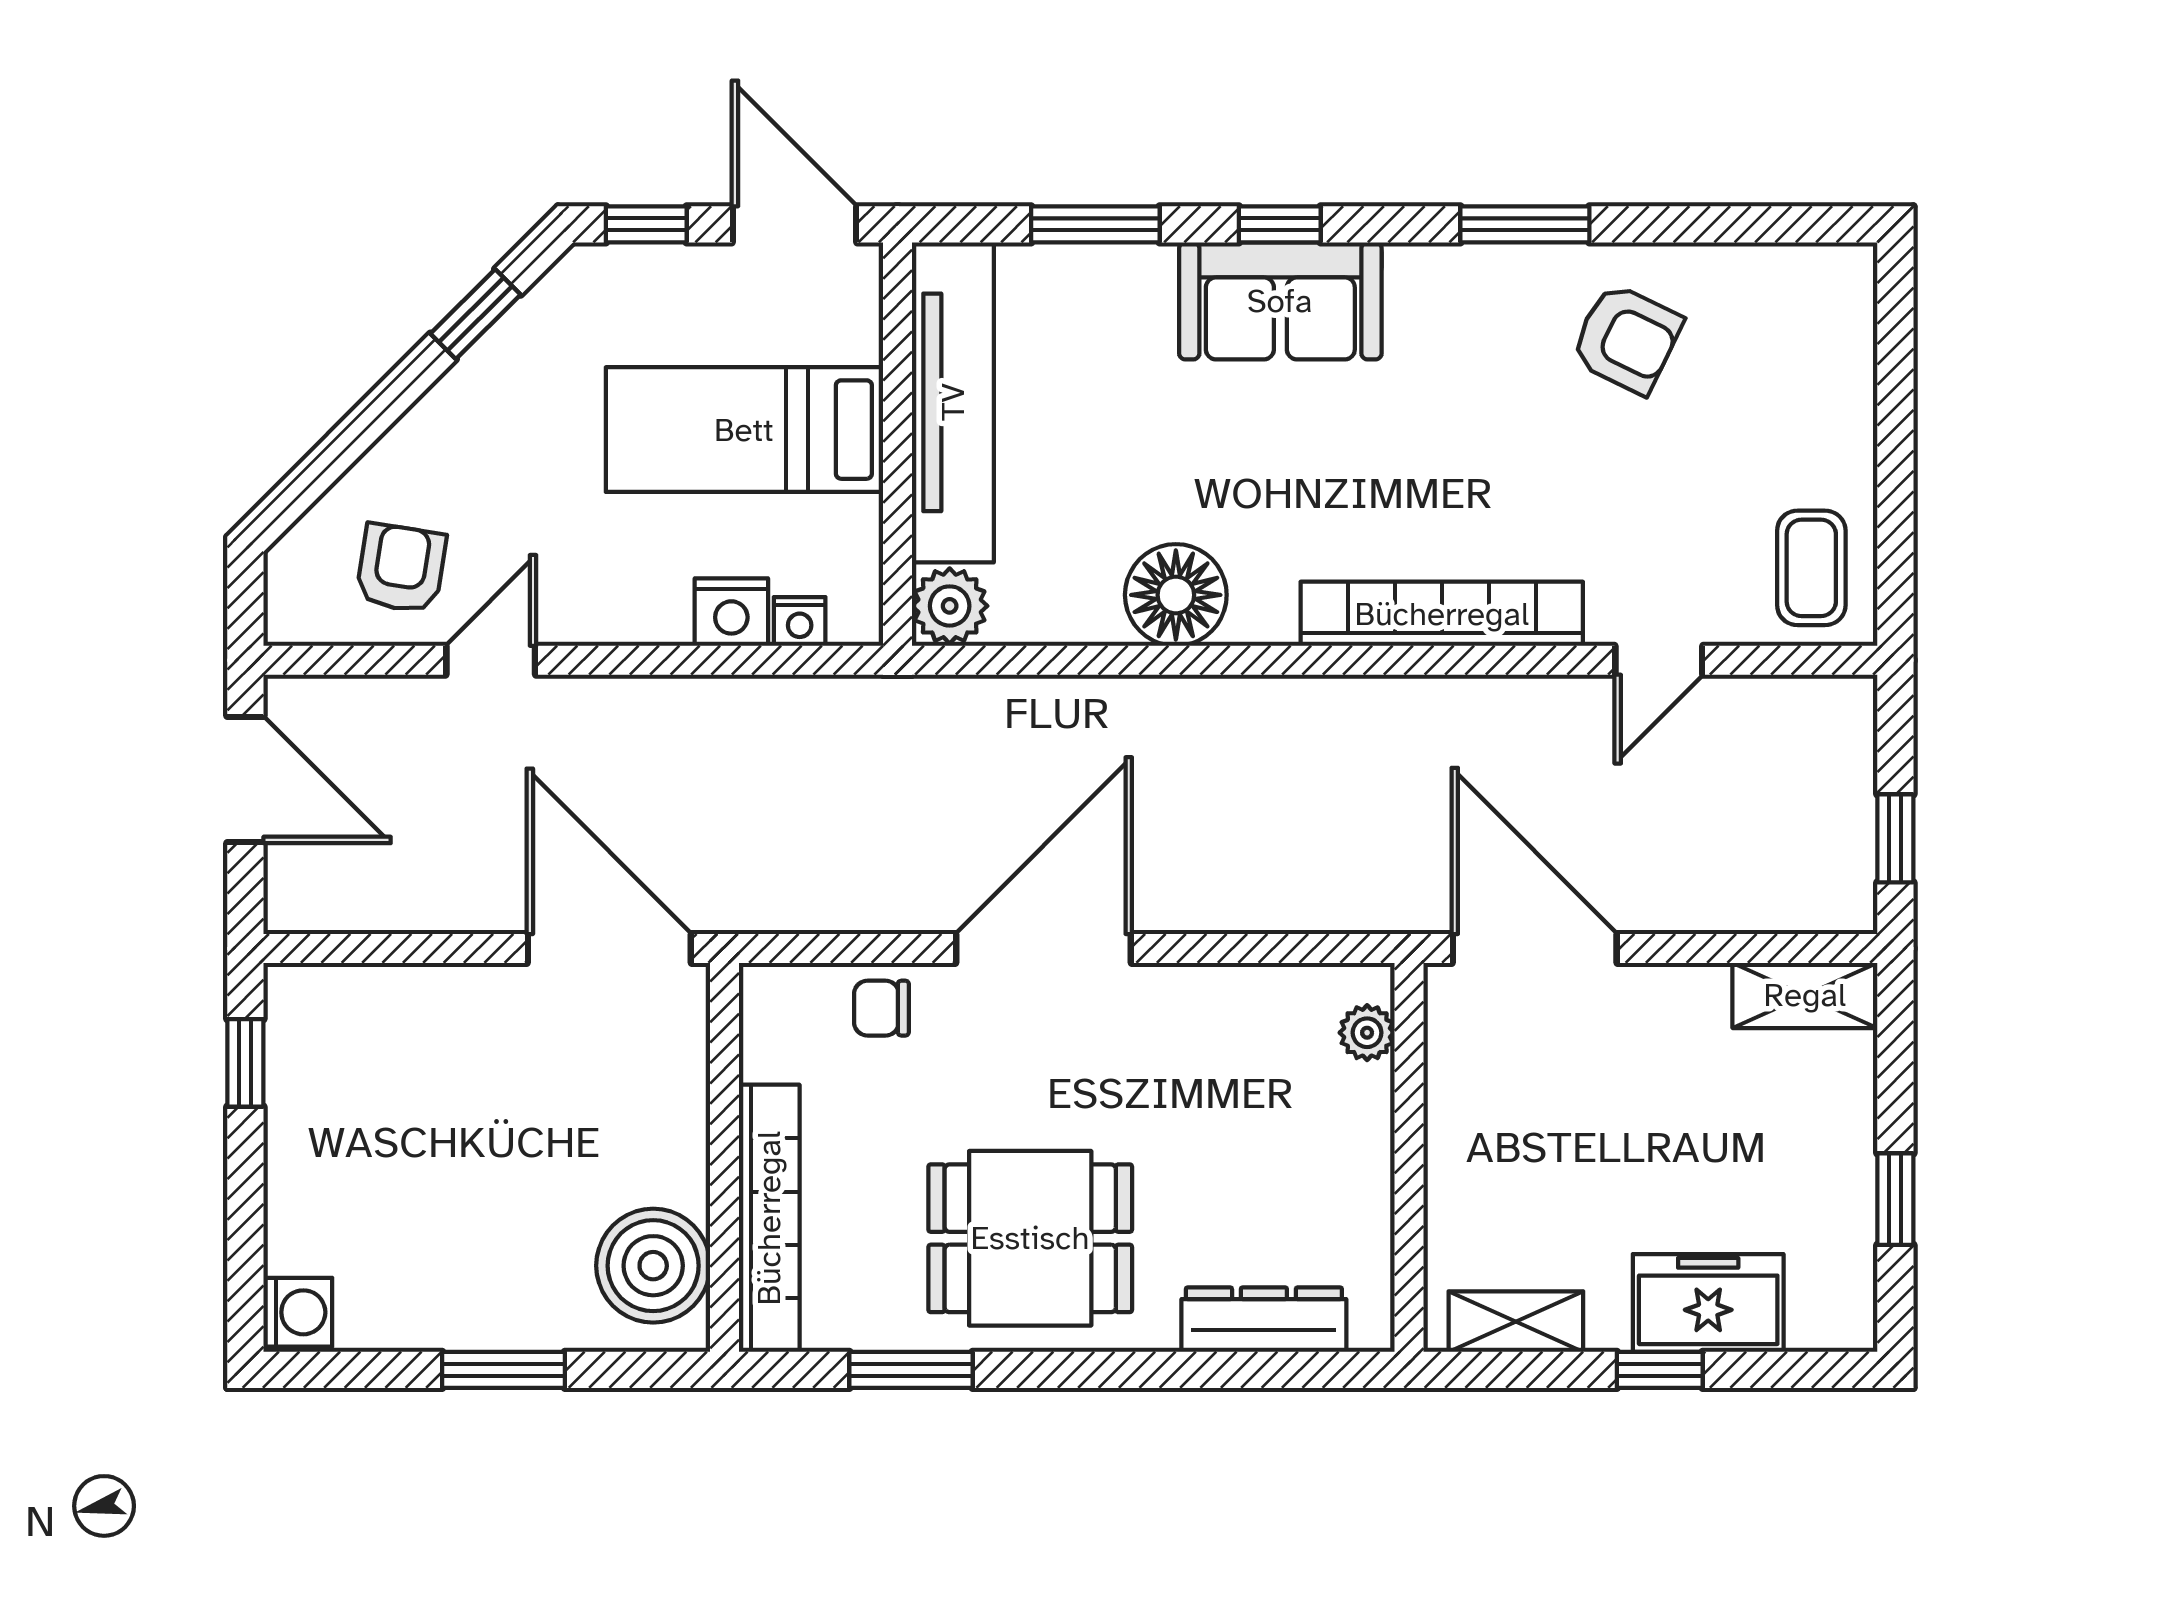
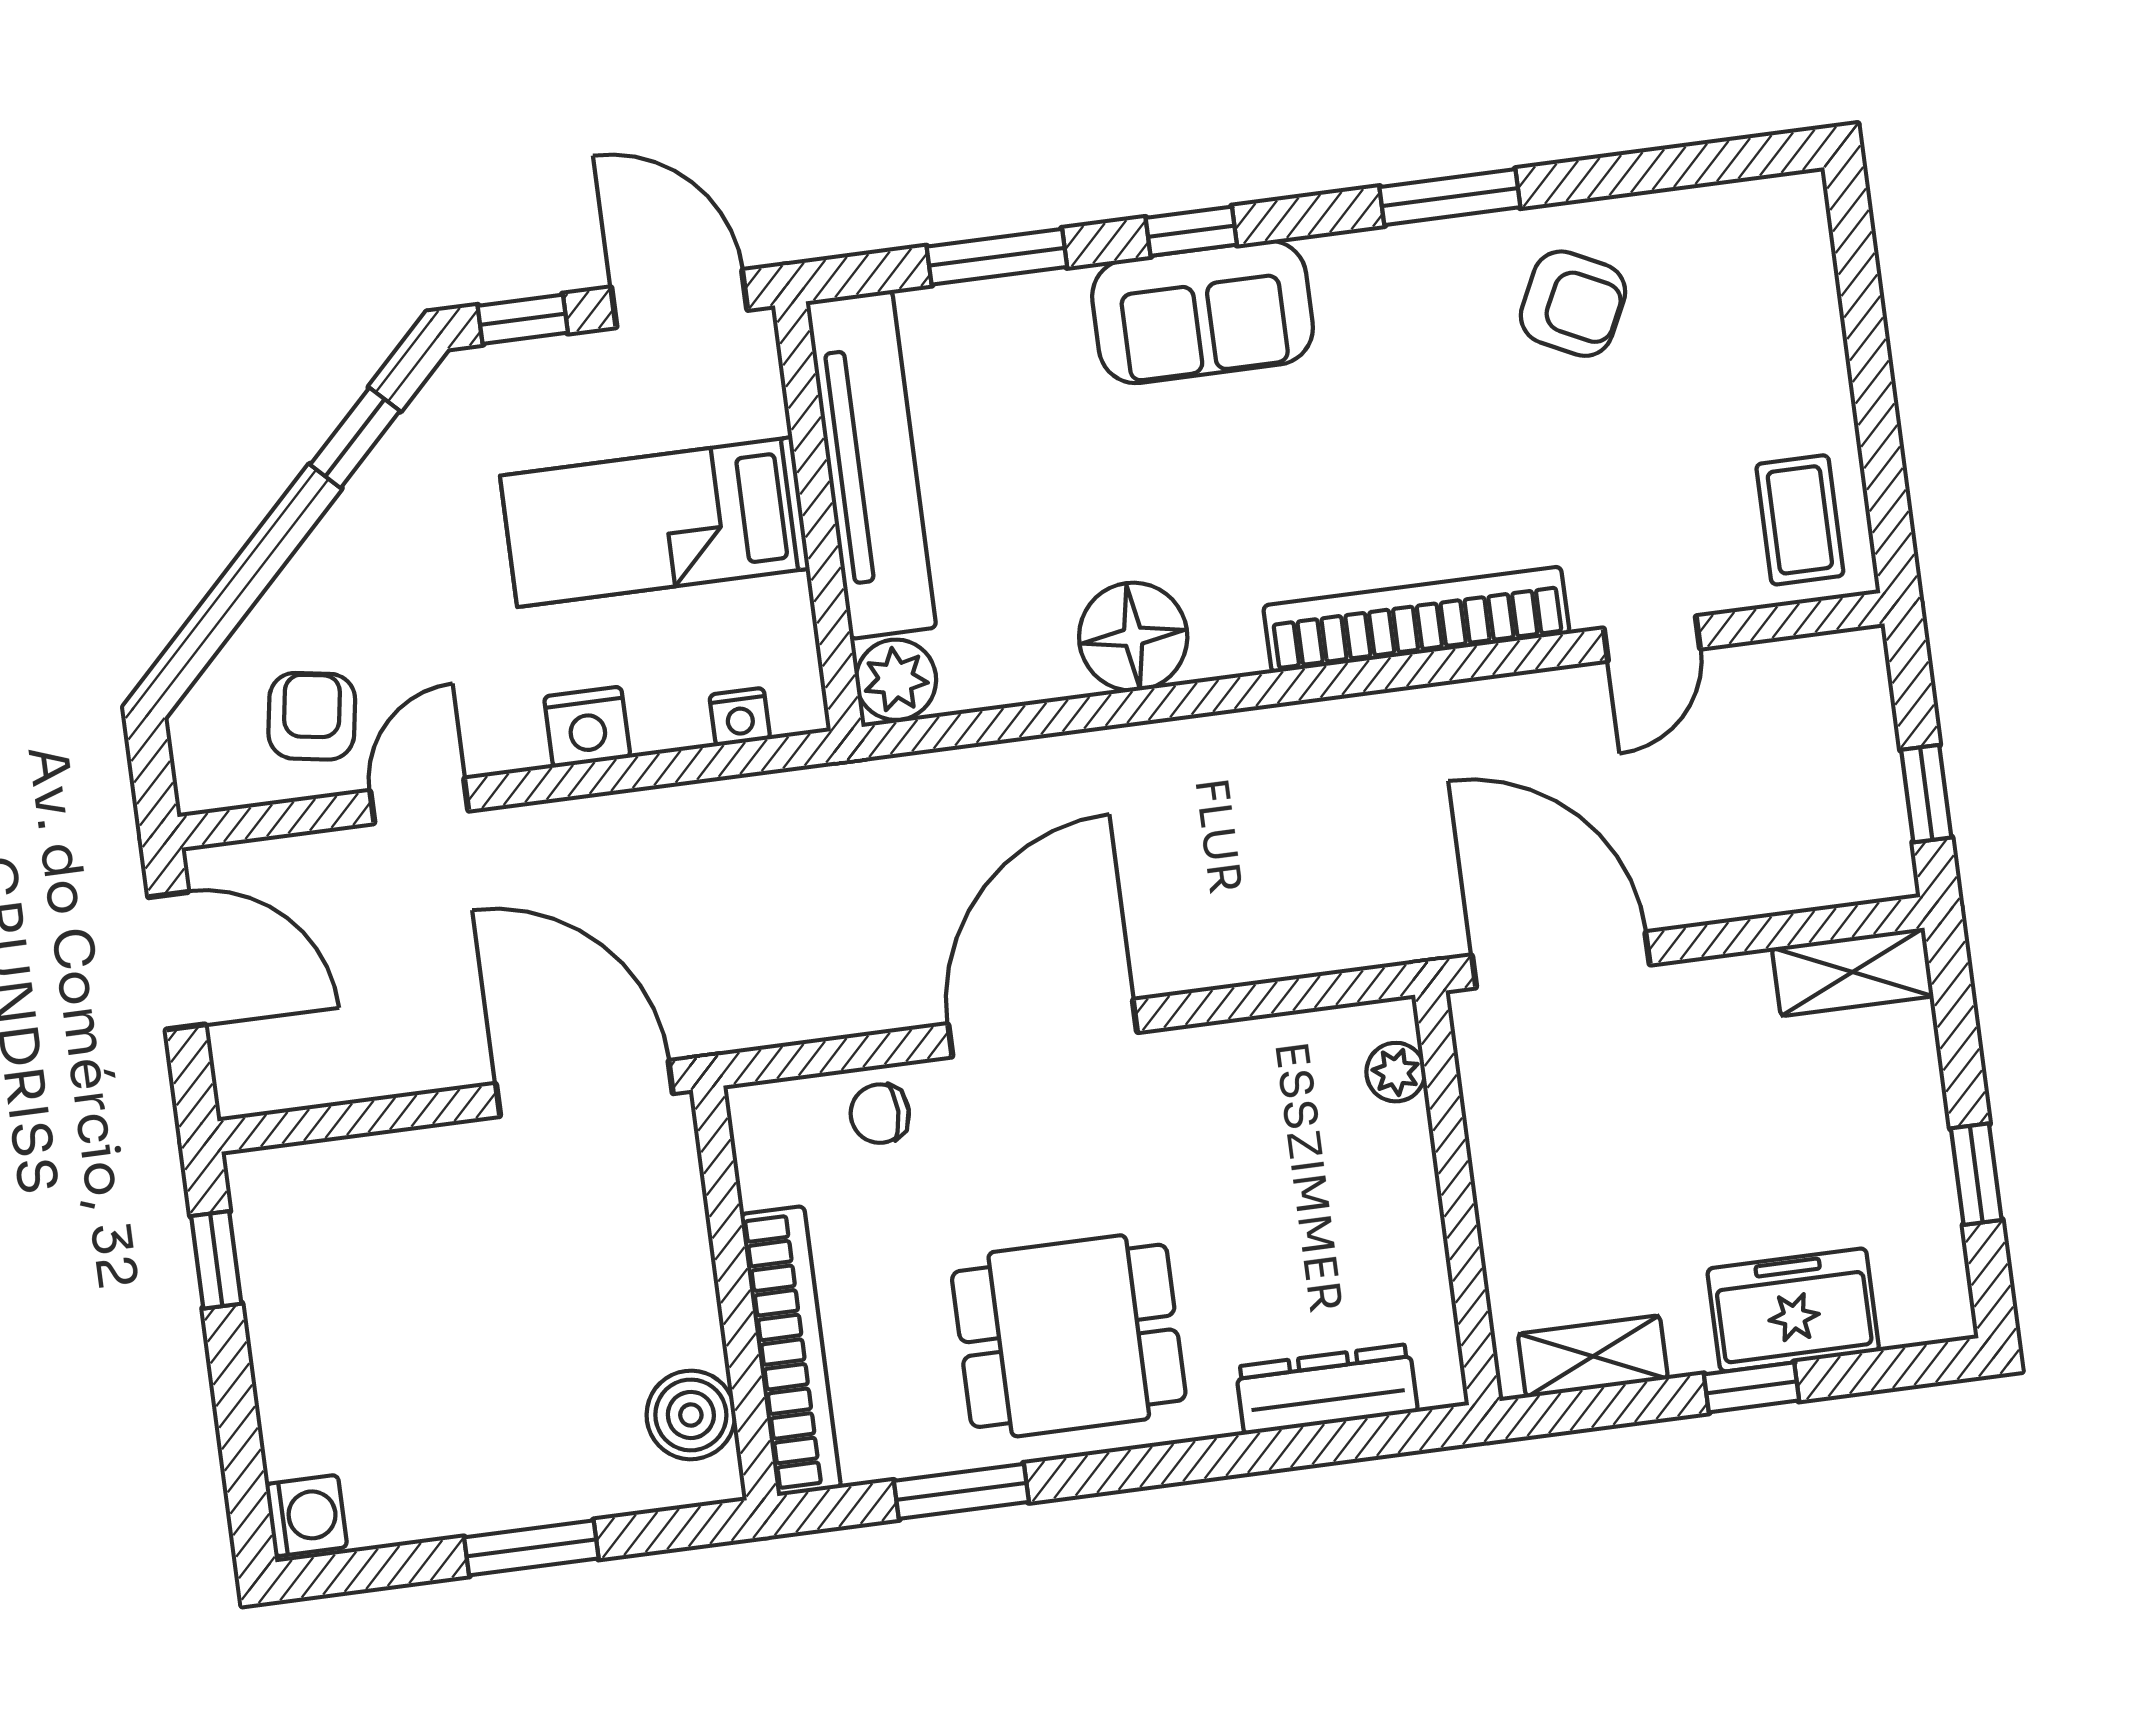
nightstand: (731, 612) -> (587, 727), moved
boiler: (653, 1266) -> (691, 1415), width x0.73, depth x0.73

